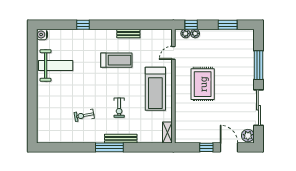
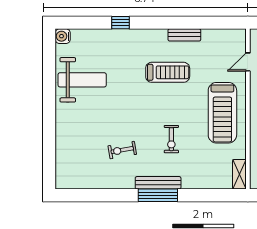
bench: (121, 139) -> (158, 183), moved

